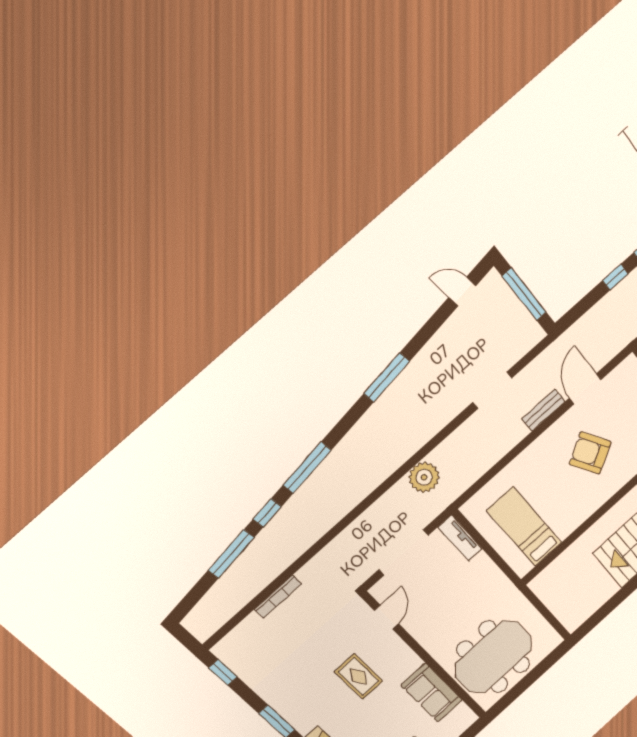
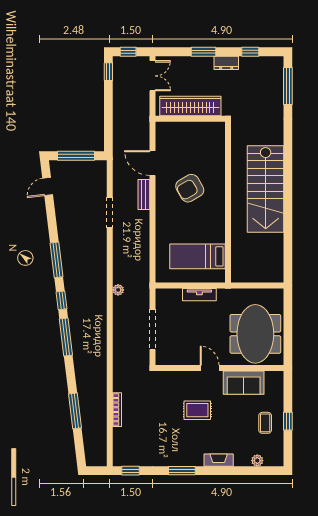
window: (615, 277) -> (108, 100), removed
plant: (424, 477) -> (118, 290), width x0.53, depth x0.53
window: (267, 513) -> (62, 300), moved
tv unit: (460, 538) -> (199, 295), moved
door: (386, 617) -> (210, 368), moved

